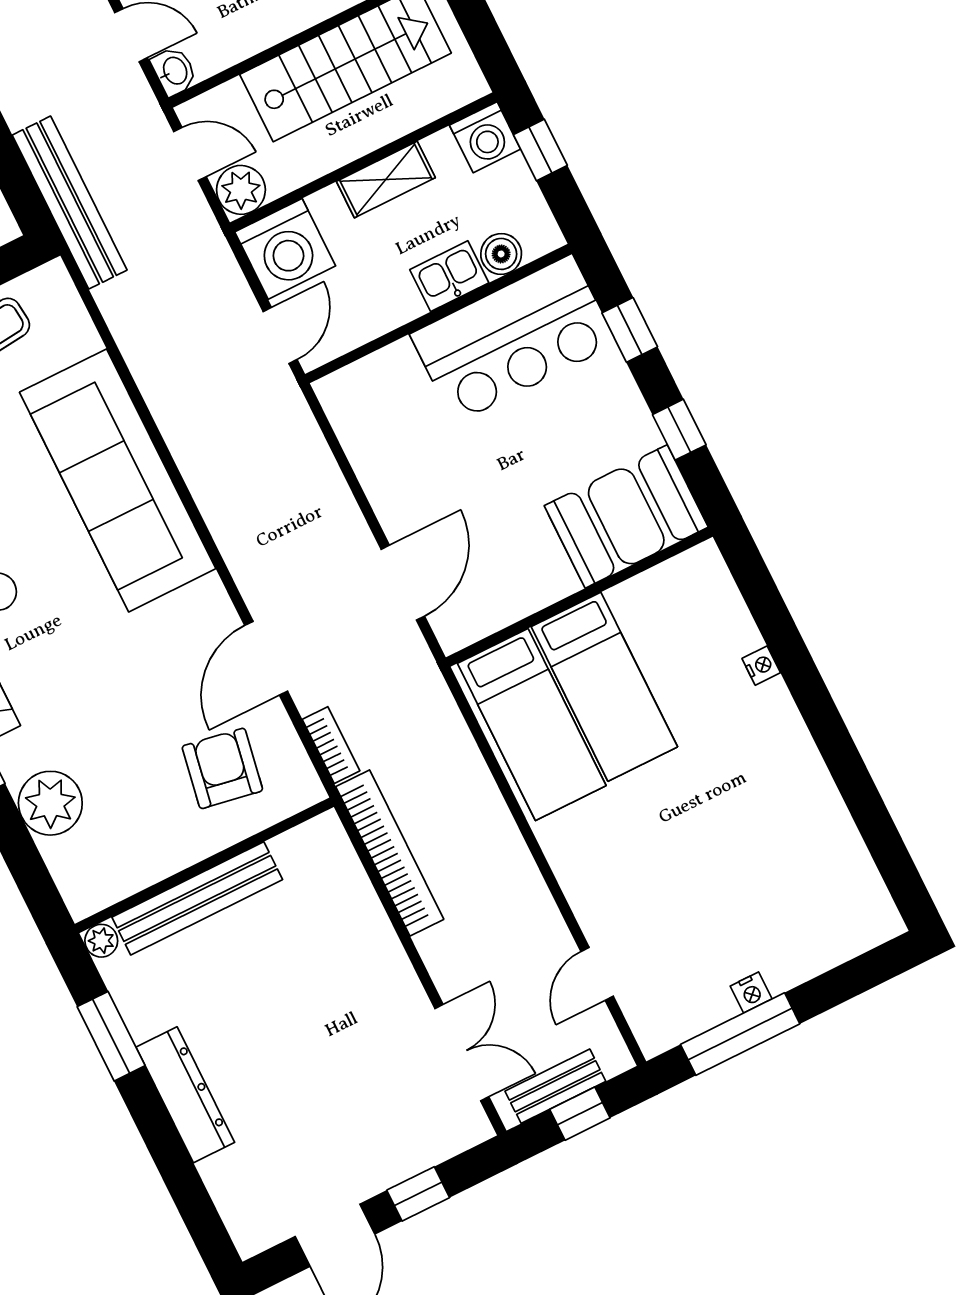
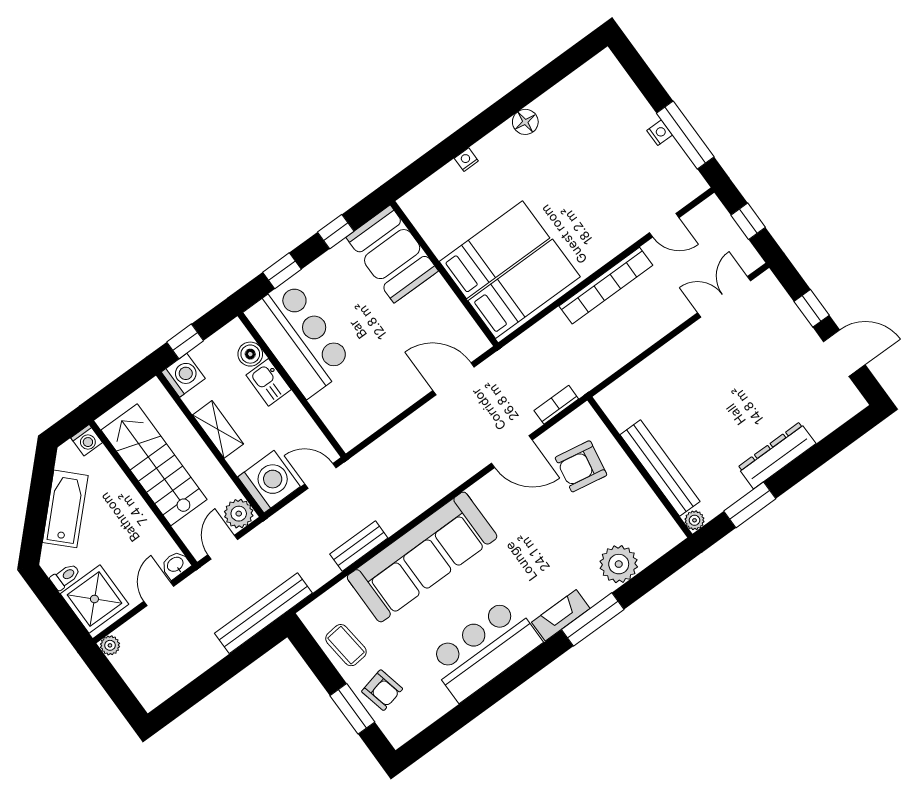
floor lamp: (807, 774) -> (525, 122), added
bookcase: (390, 853) -> (606, 286), moved, turned 180
bench: (555, 1086) -> (359, 546), moved, turned 90

